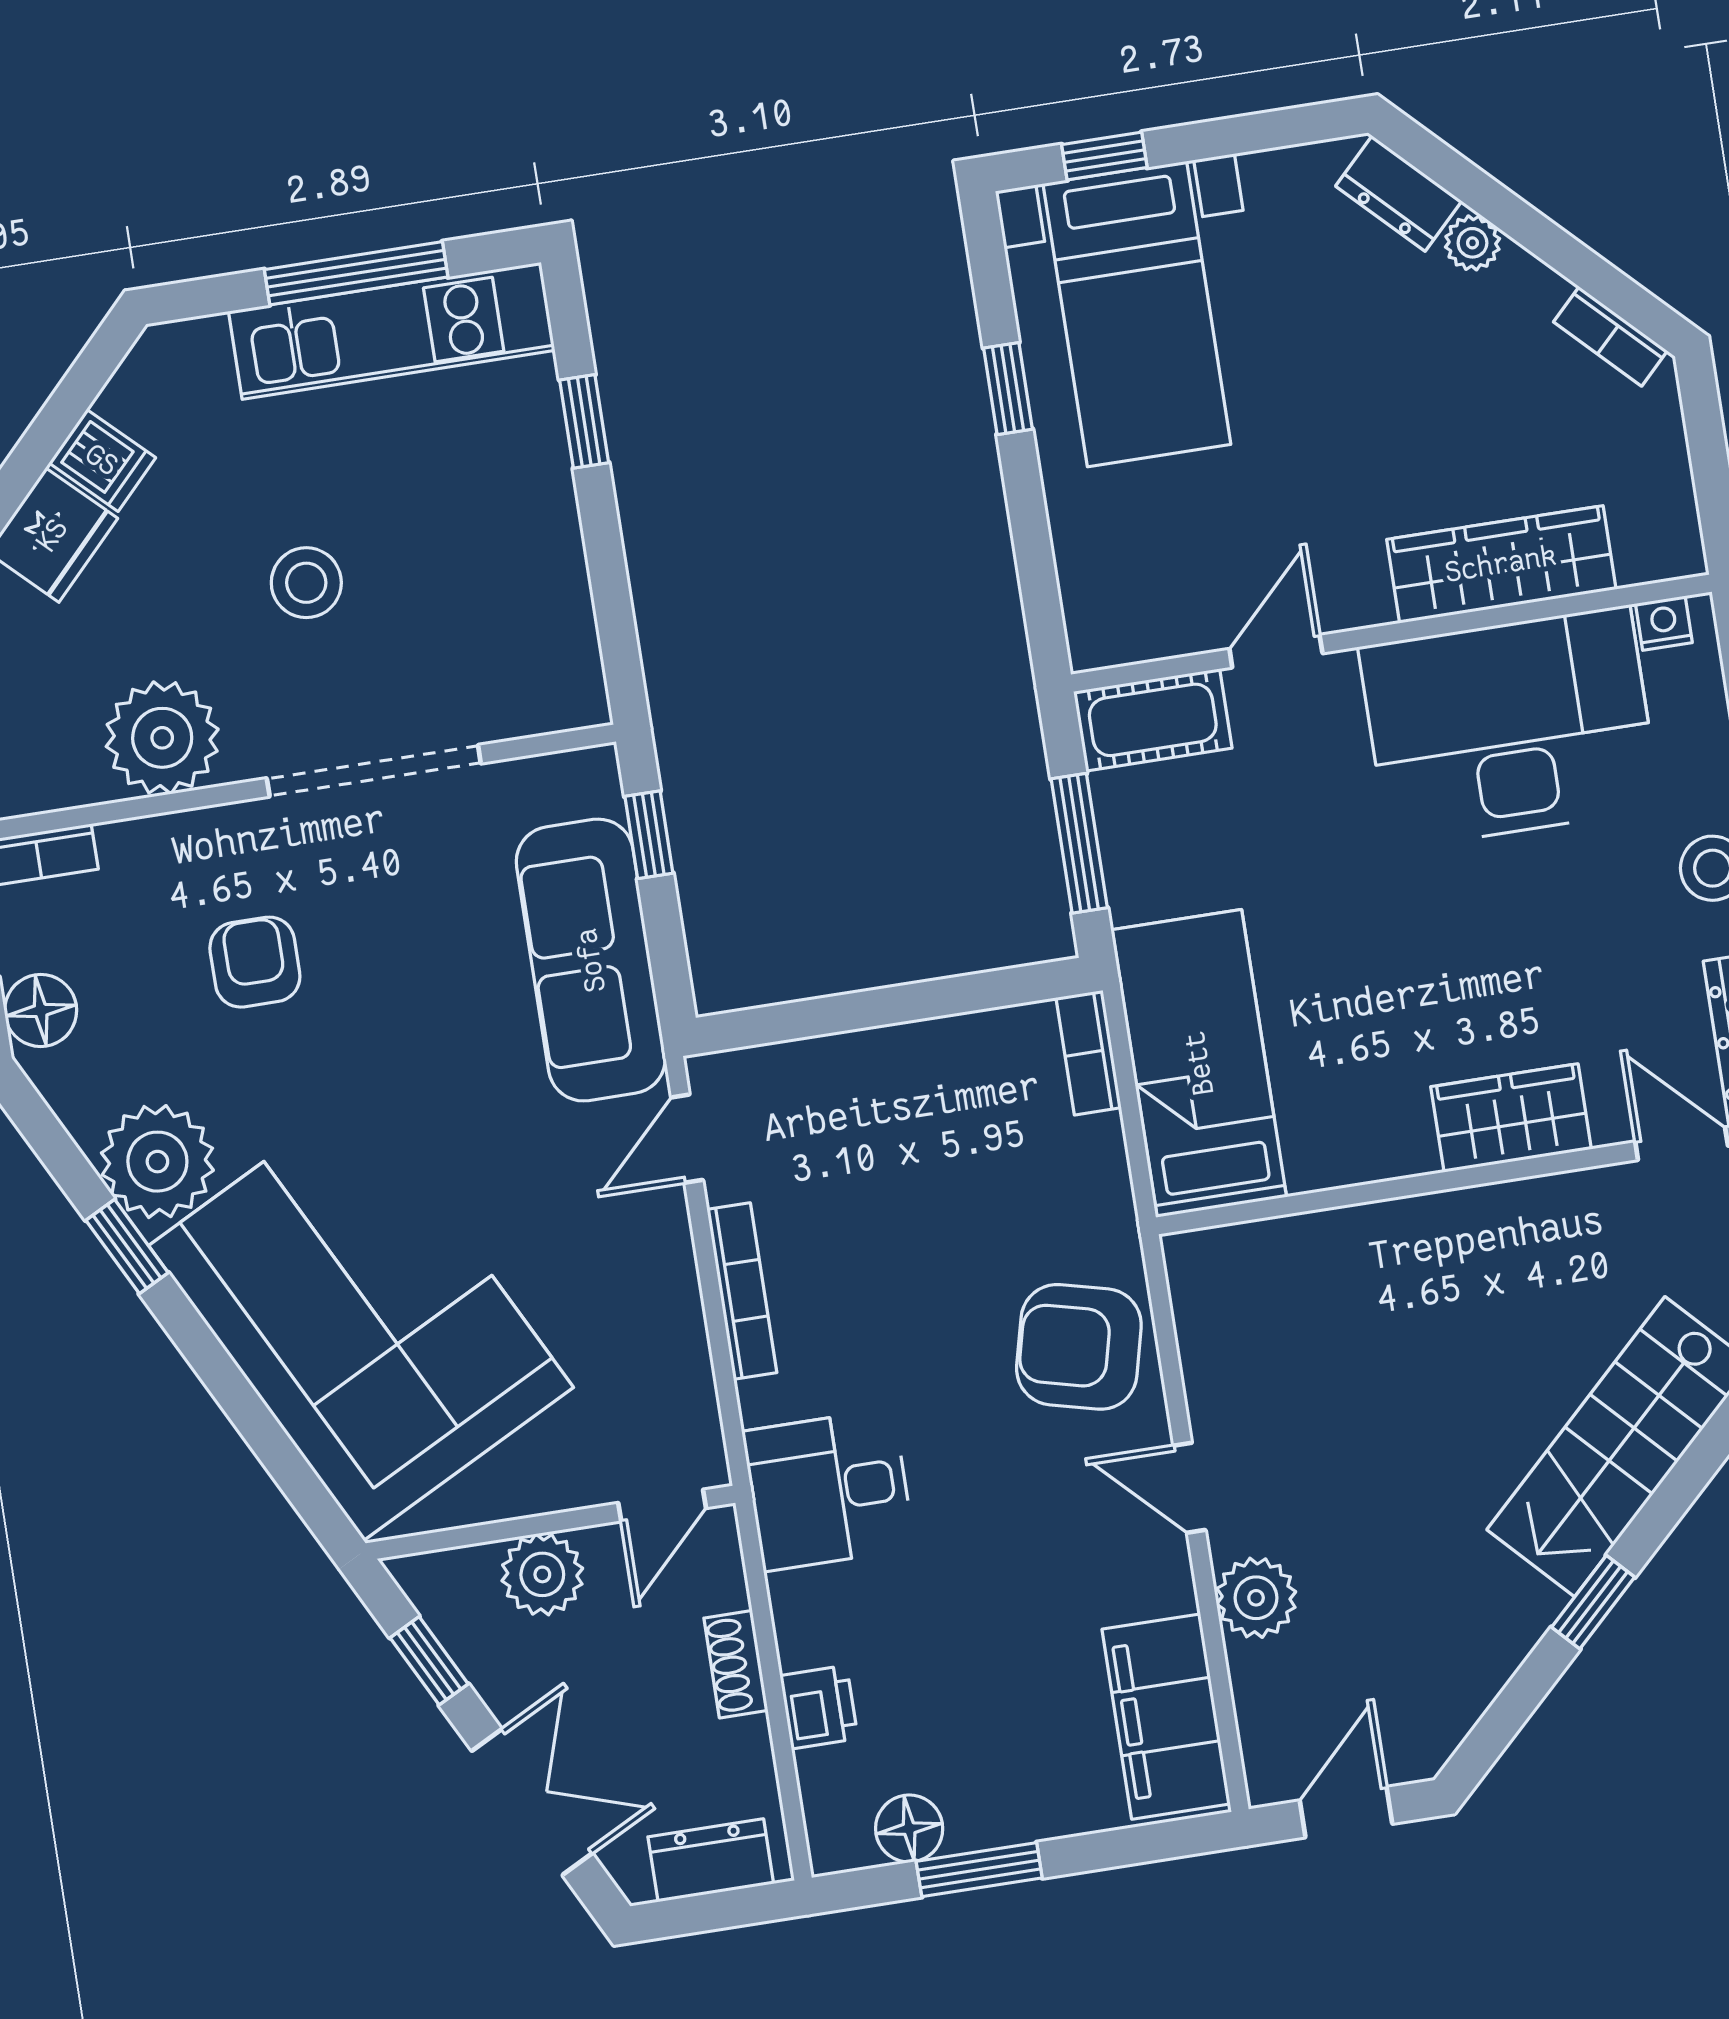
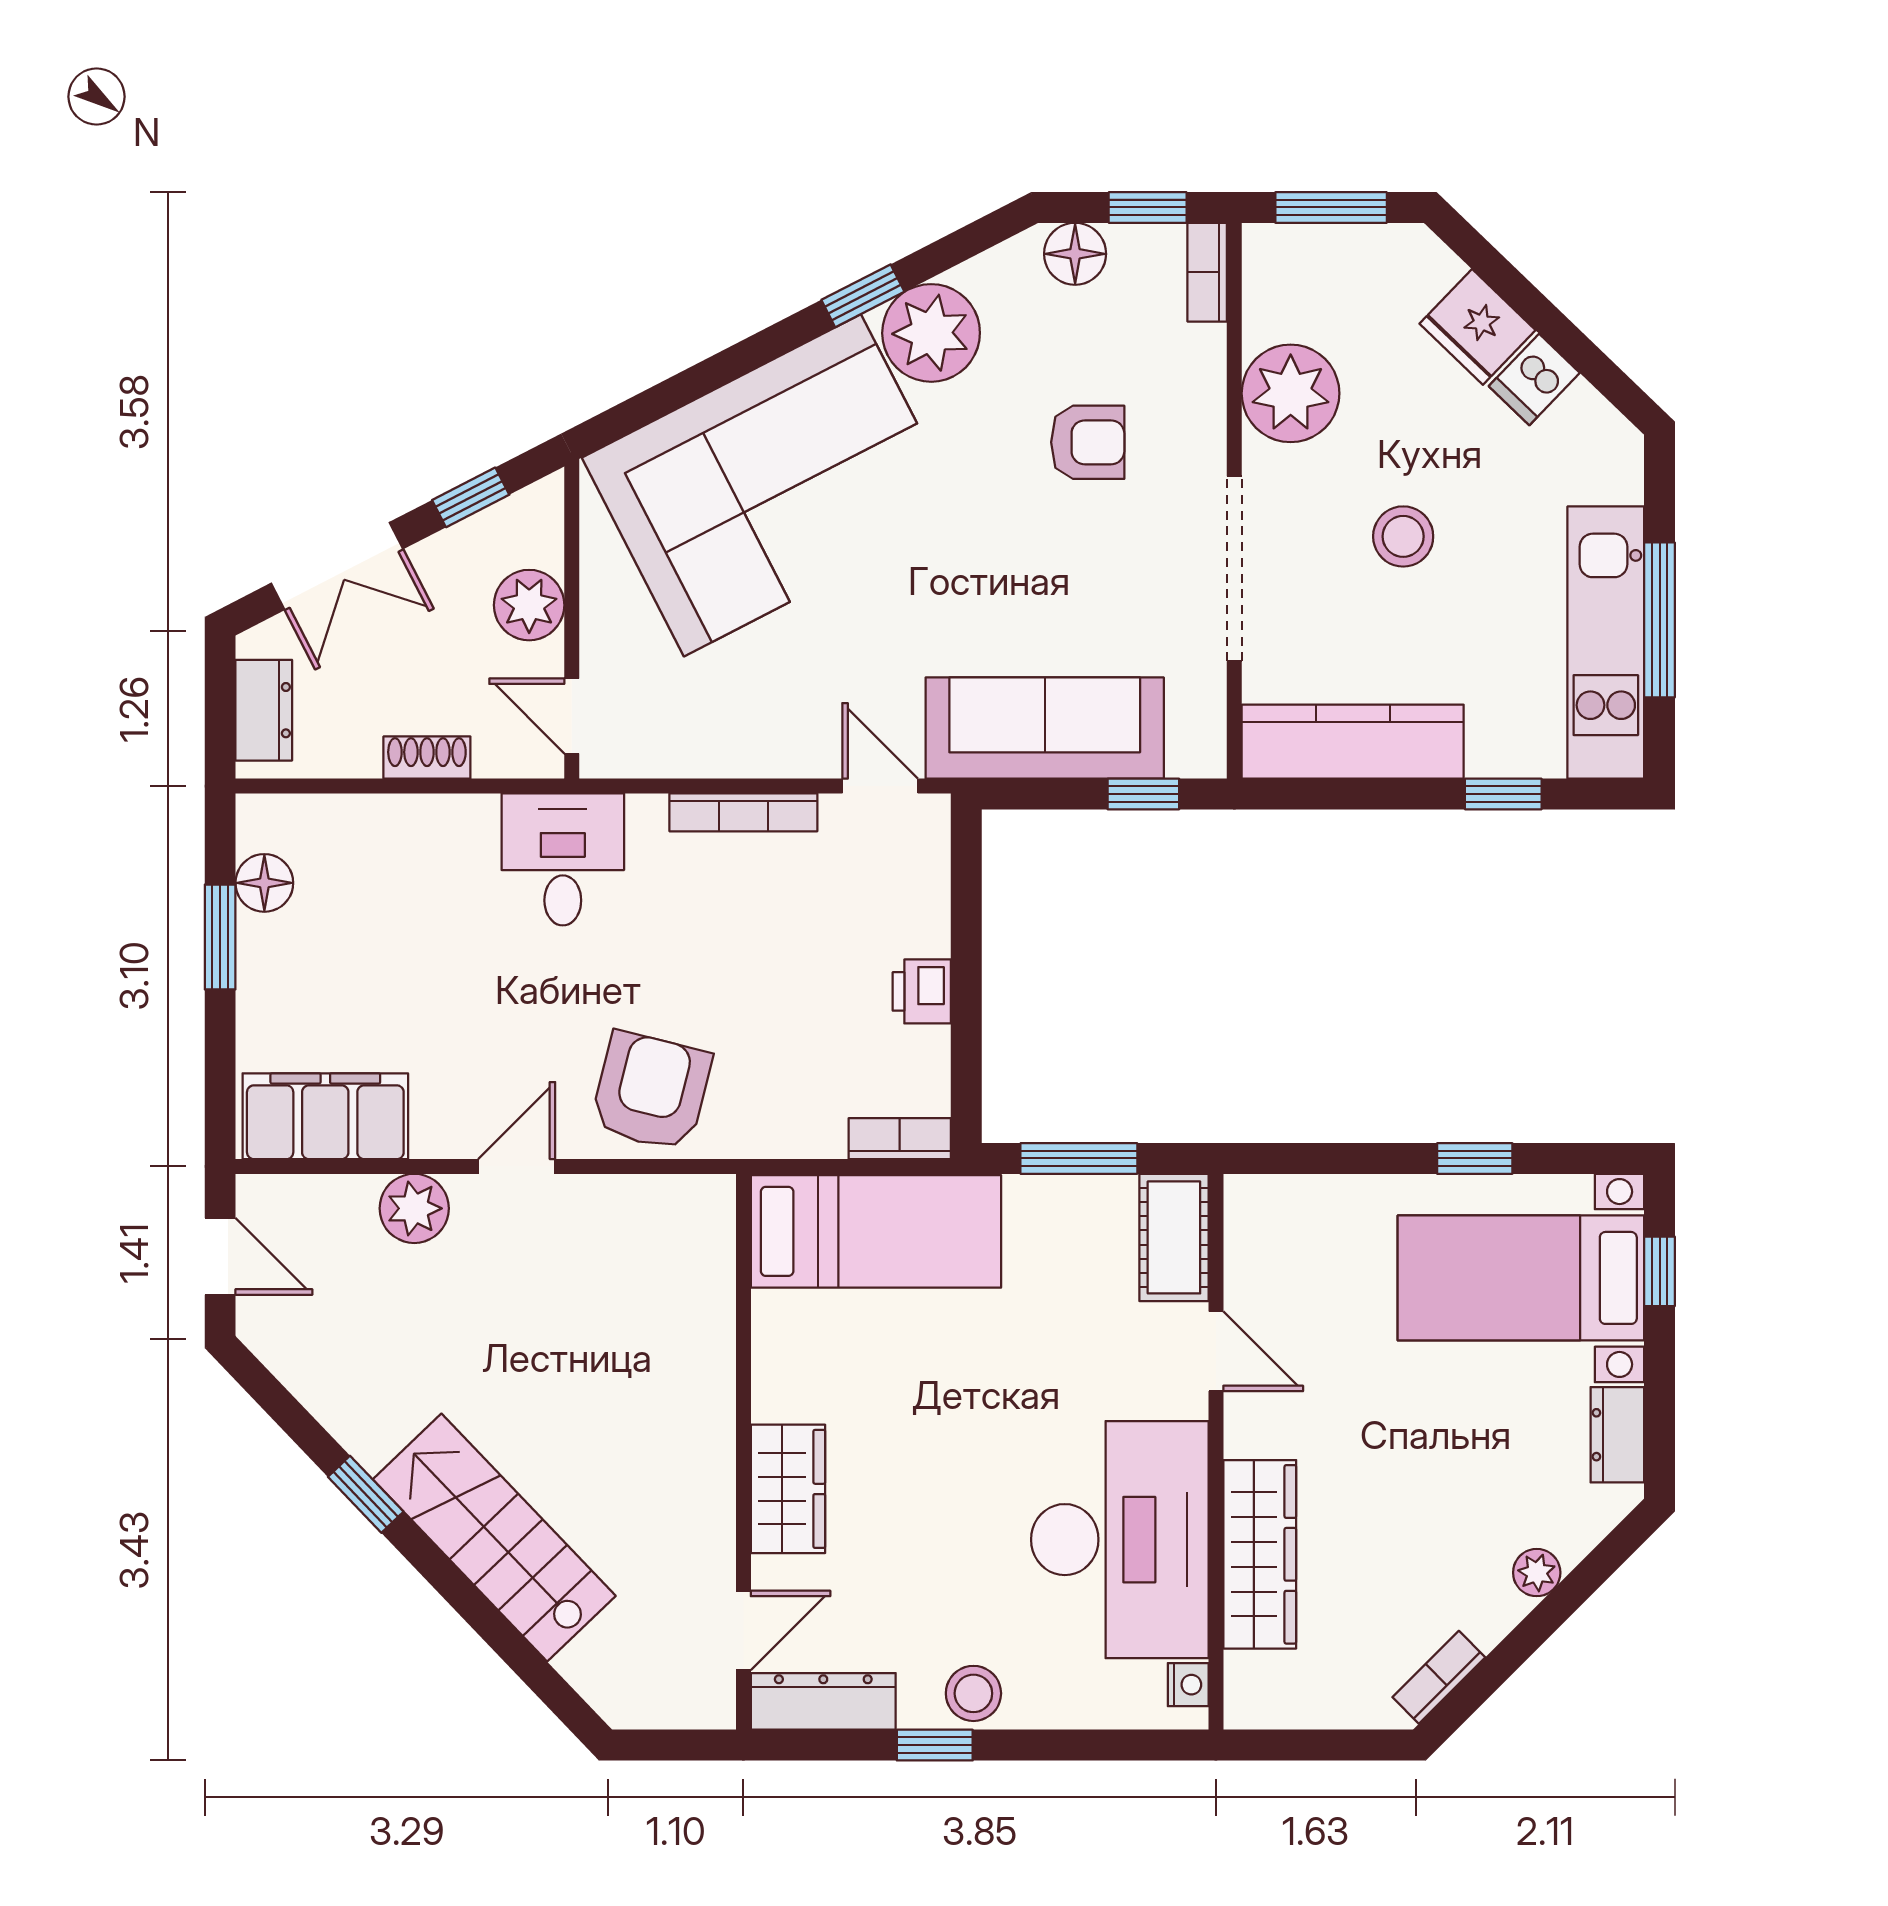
dresser: (1399, 194) -> (1617, 1435), moved, turned -45
kitchen counter: (551, 604) -> (1353, 742), added
printer: (819, 1707) -> (922, 991), moved, turned 90

